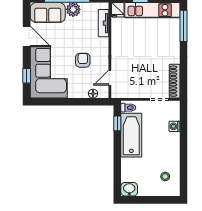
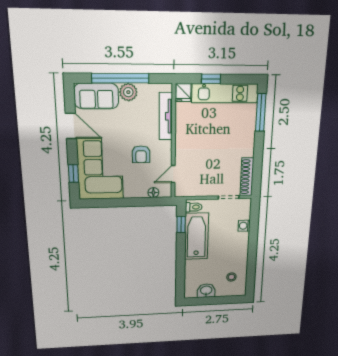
tv unit: (104, 23) -> (166, 116), width x1.41
armchair: (83, 60) -> (141, 154), turned 180
washbasin: (129, 189) -> (206, 291), moved

